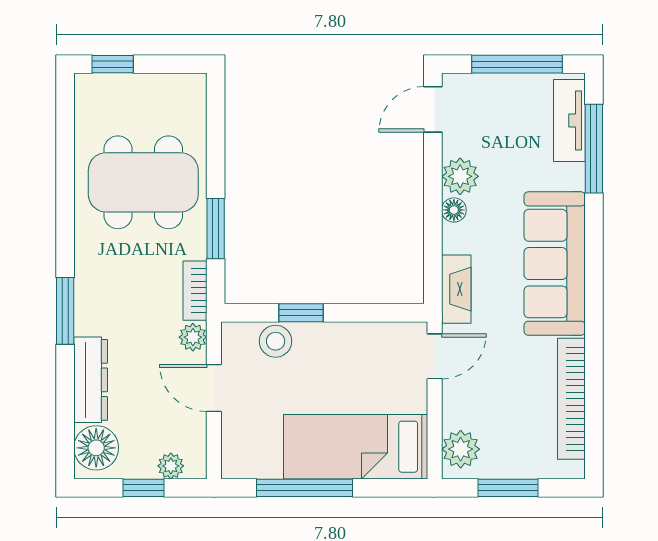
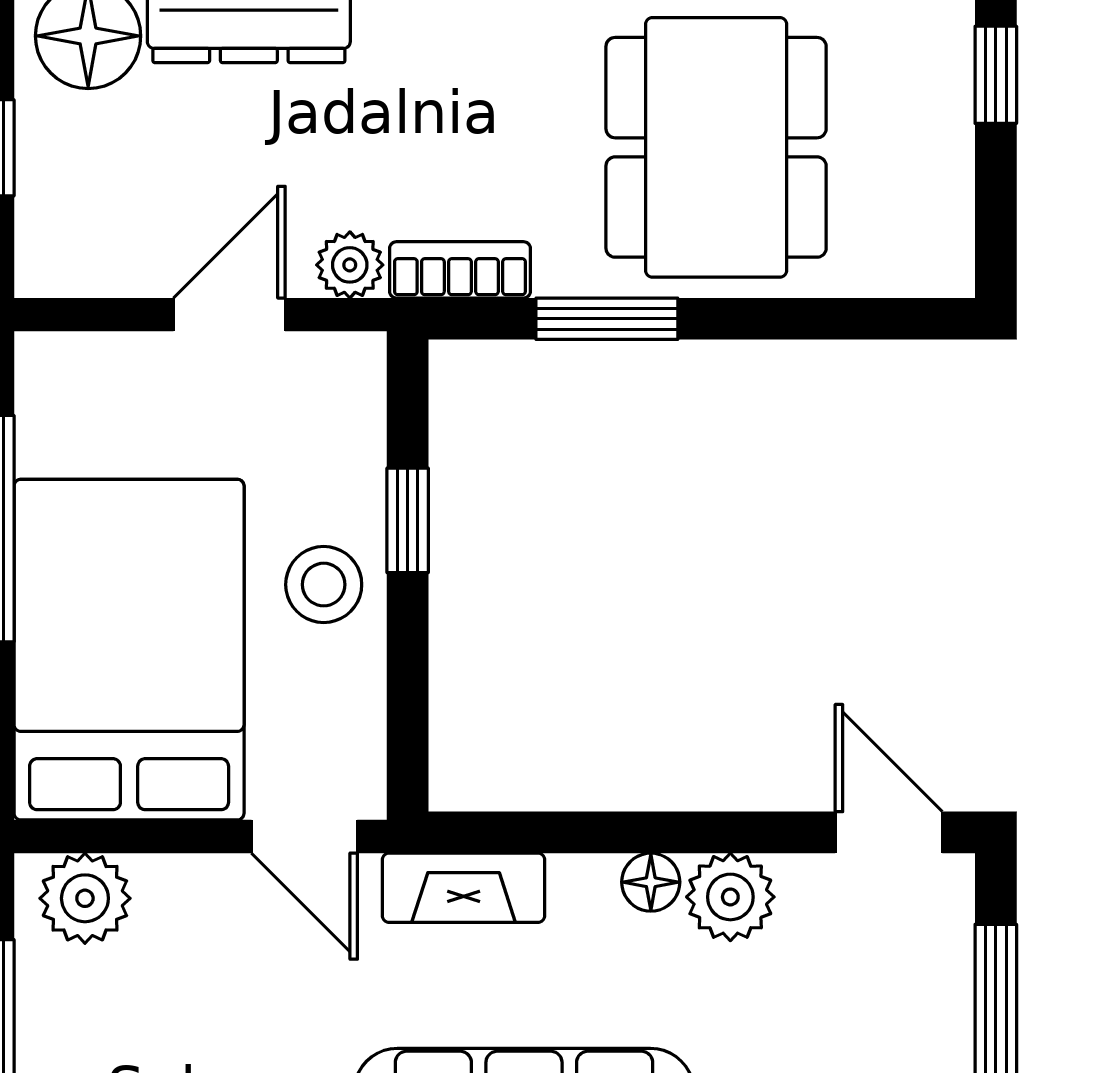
stool: (276, 341) -> (324, 585), moved
bed: (356, 447) -> (129, 650), width x1.50
plant: (171, 466) -> (45, 212), removed

